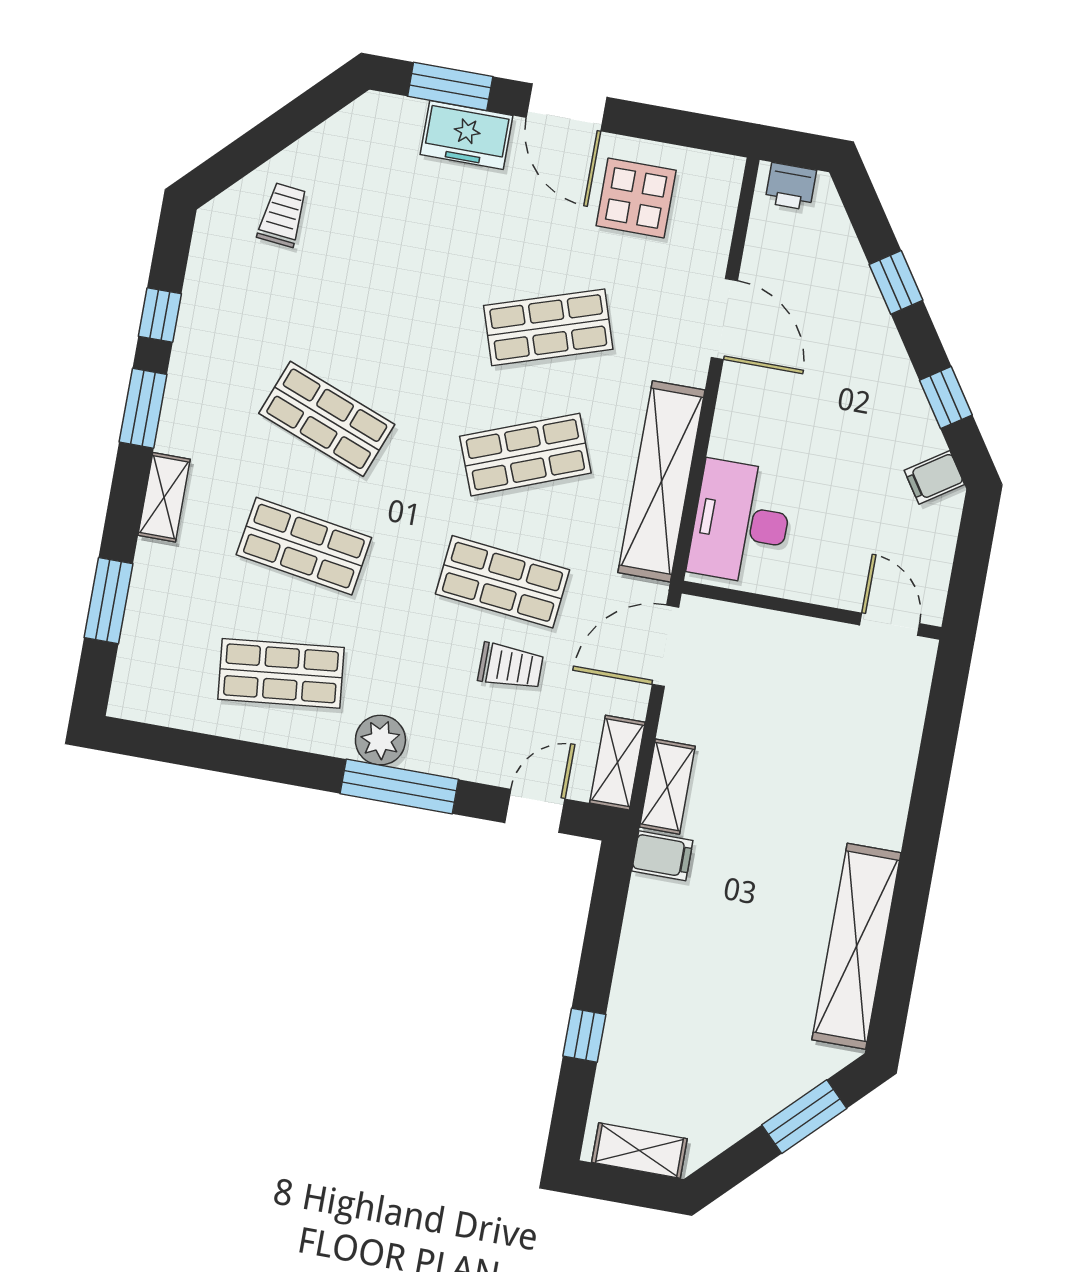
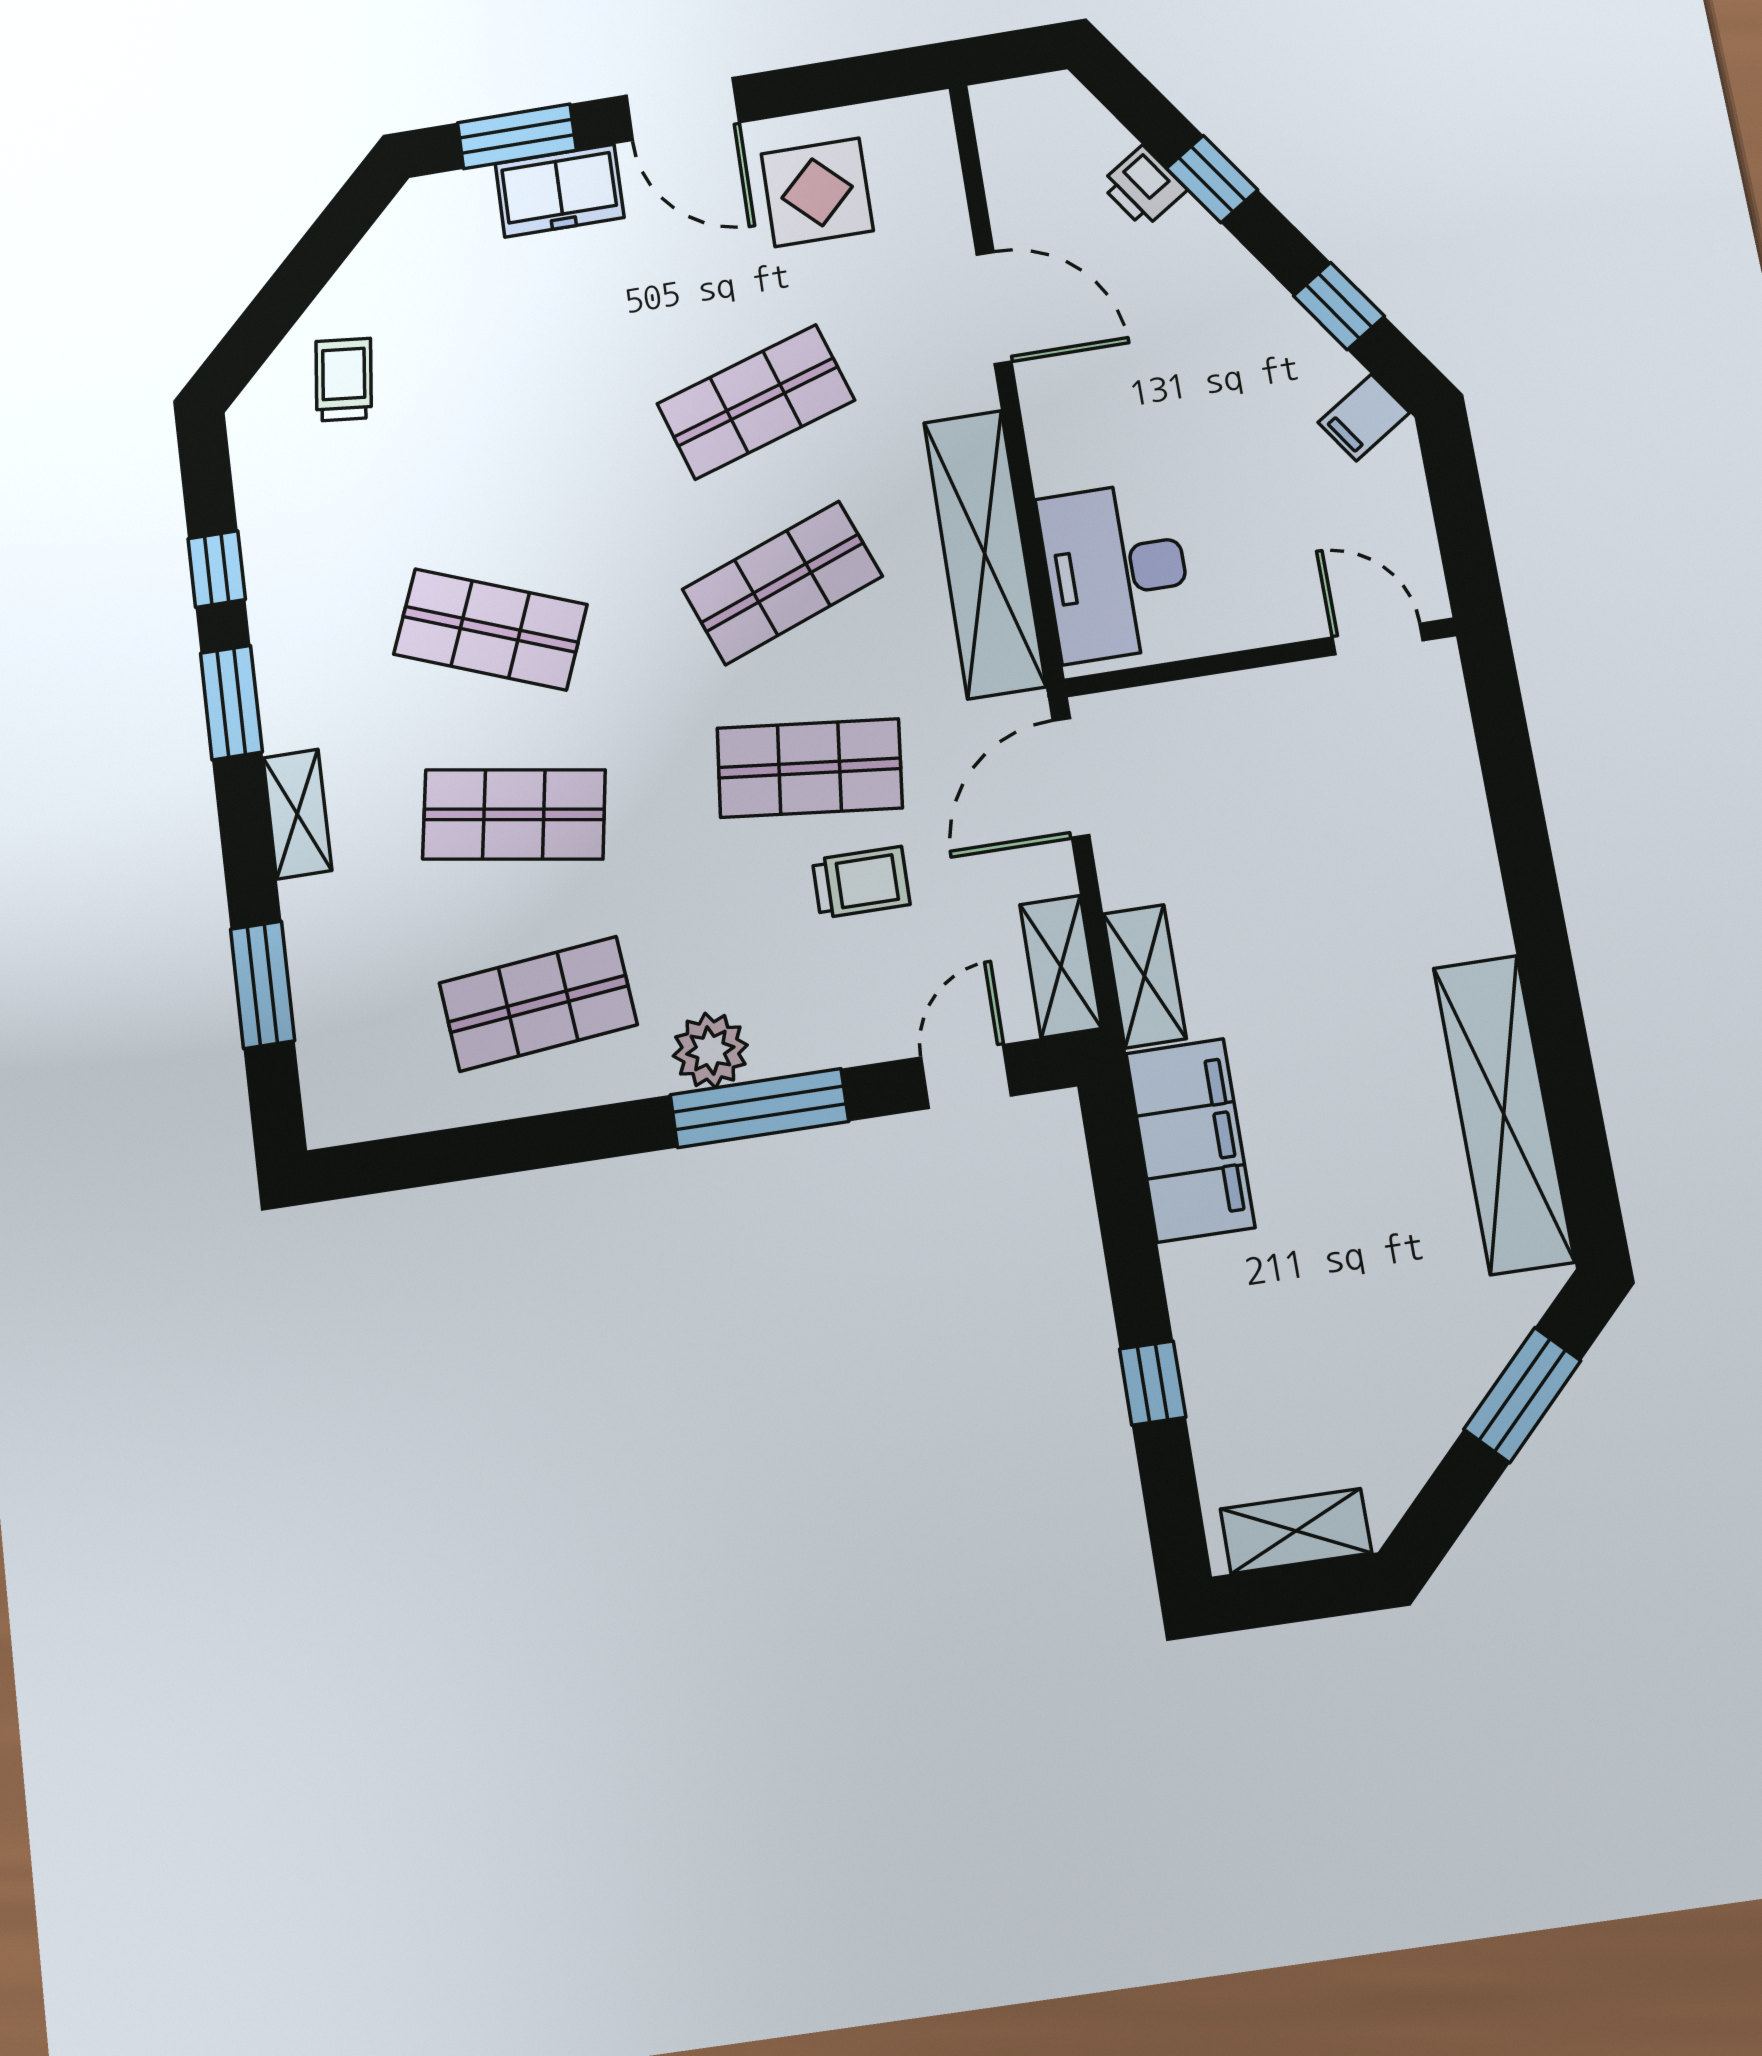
printer: (791, 186) -> (1143, 187), moved, turned 56
filing cabinet: (662, 856) -> (1190, 1140), width x3.00, depth x1.17

